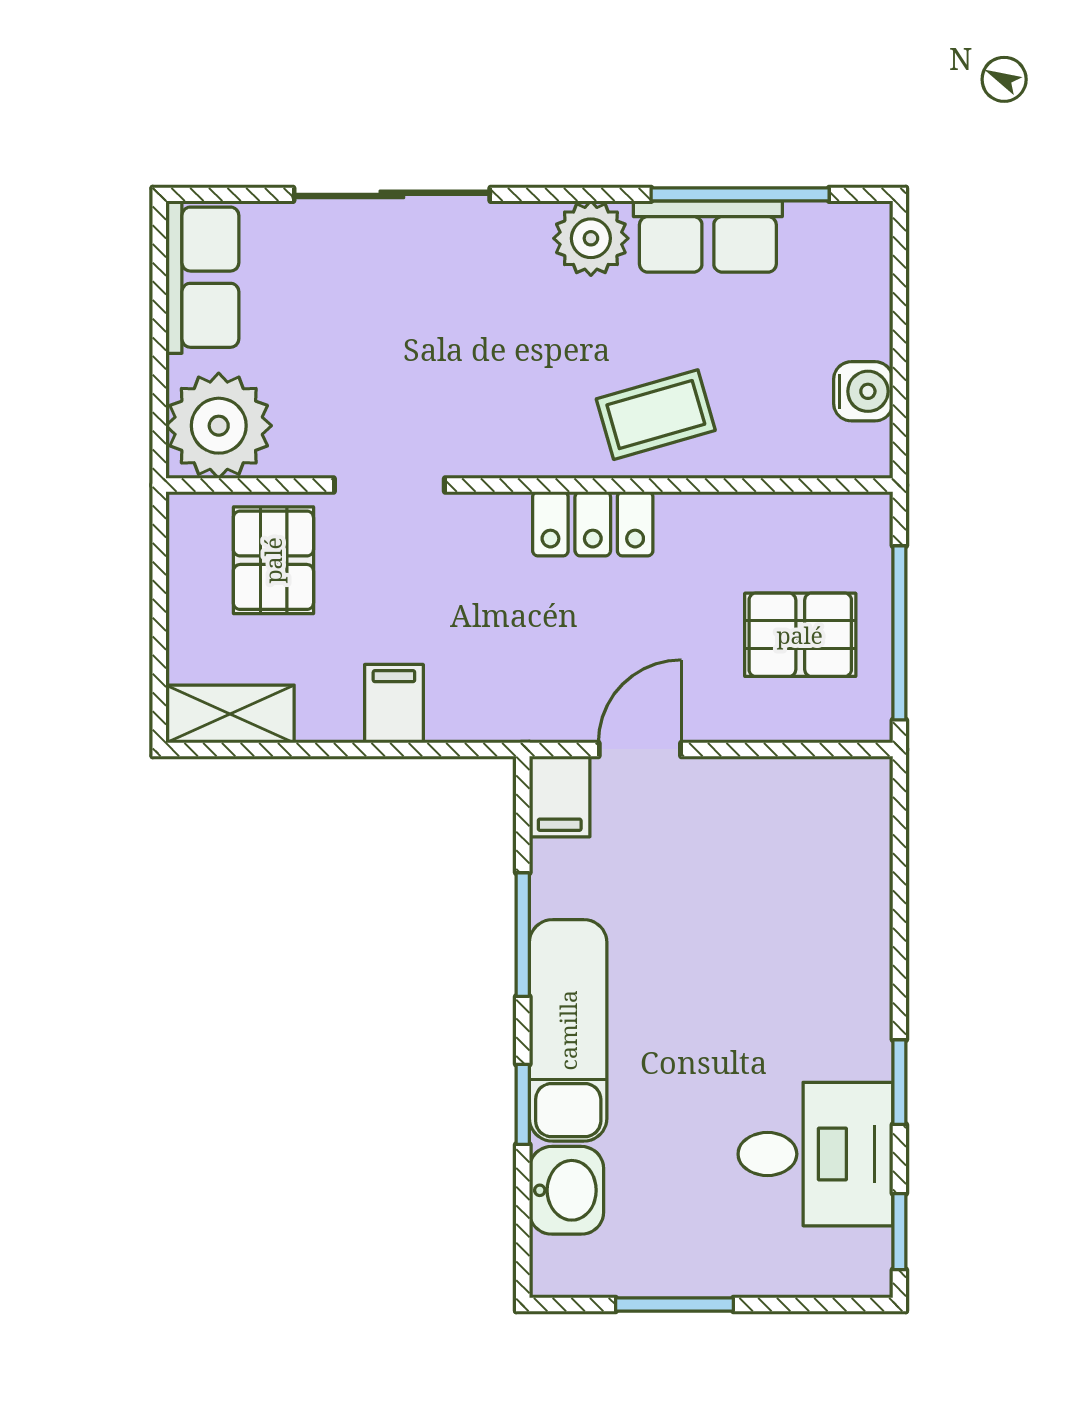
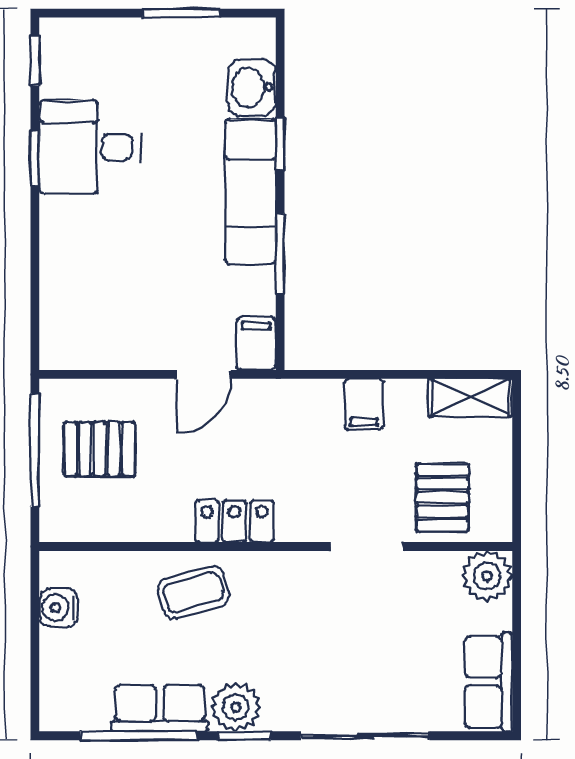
window: (577, 194) -> (244, 736), added
plant: (219, 426) -> (487, 576), width x0.73, depth x0.73
desk: (815, 1154) -> (90, 147), moved

